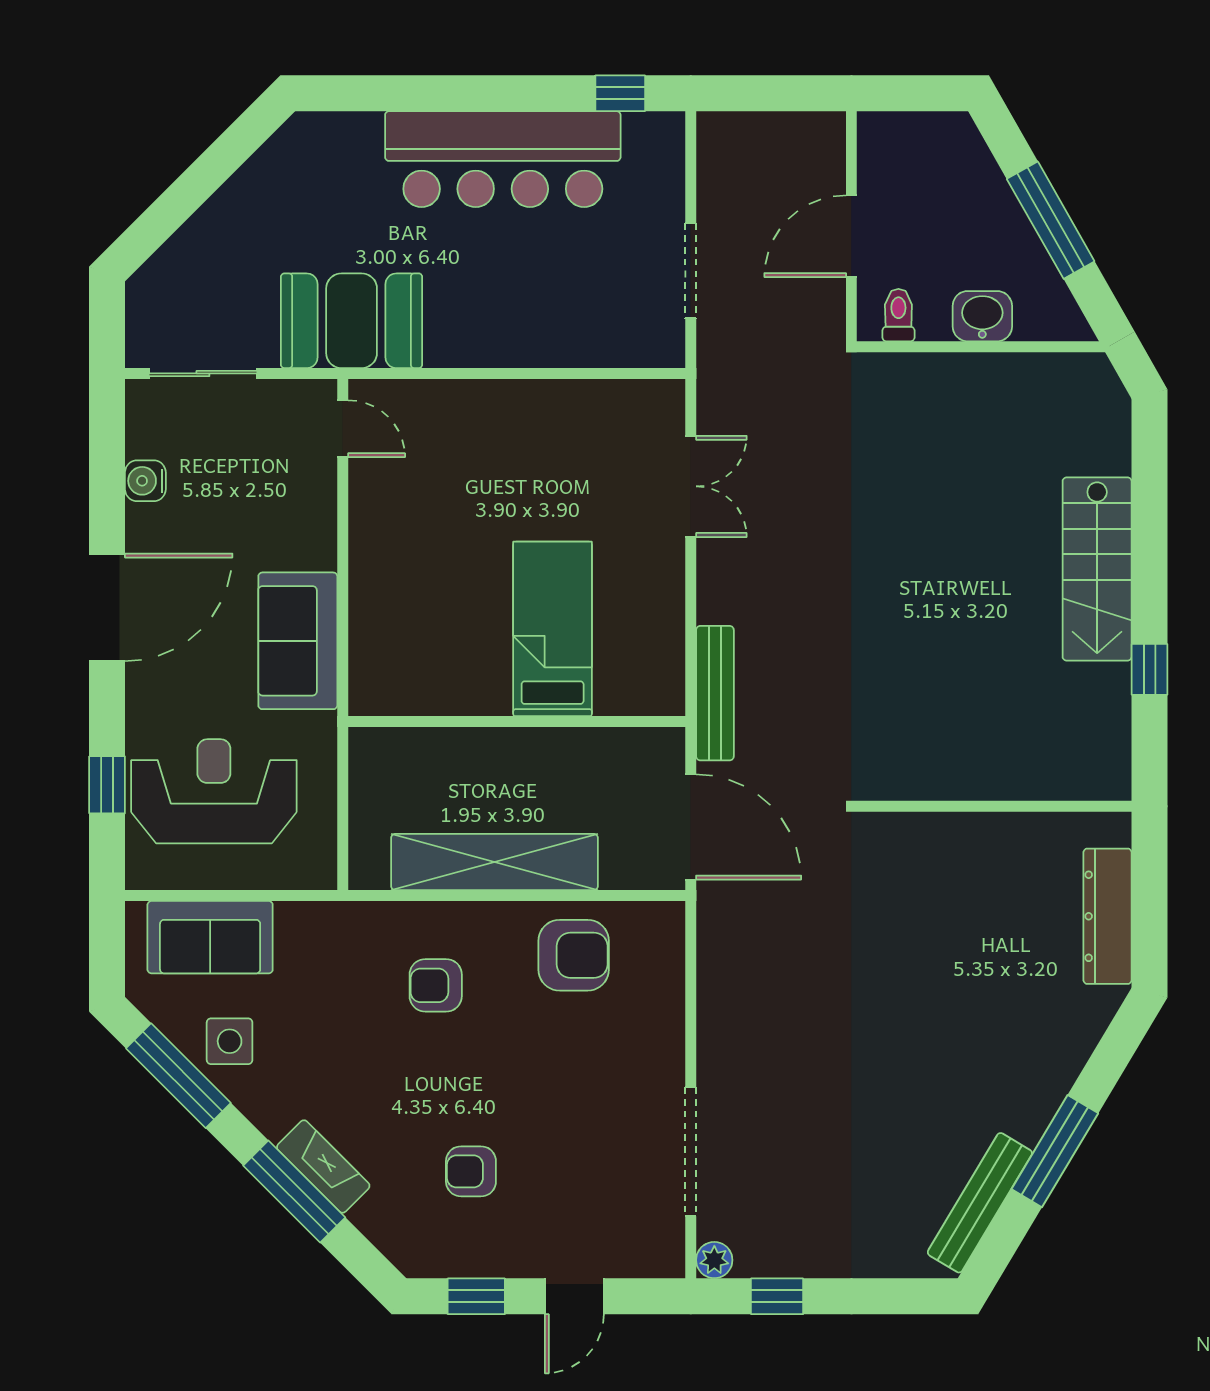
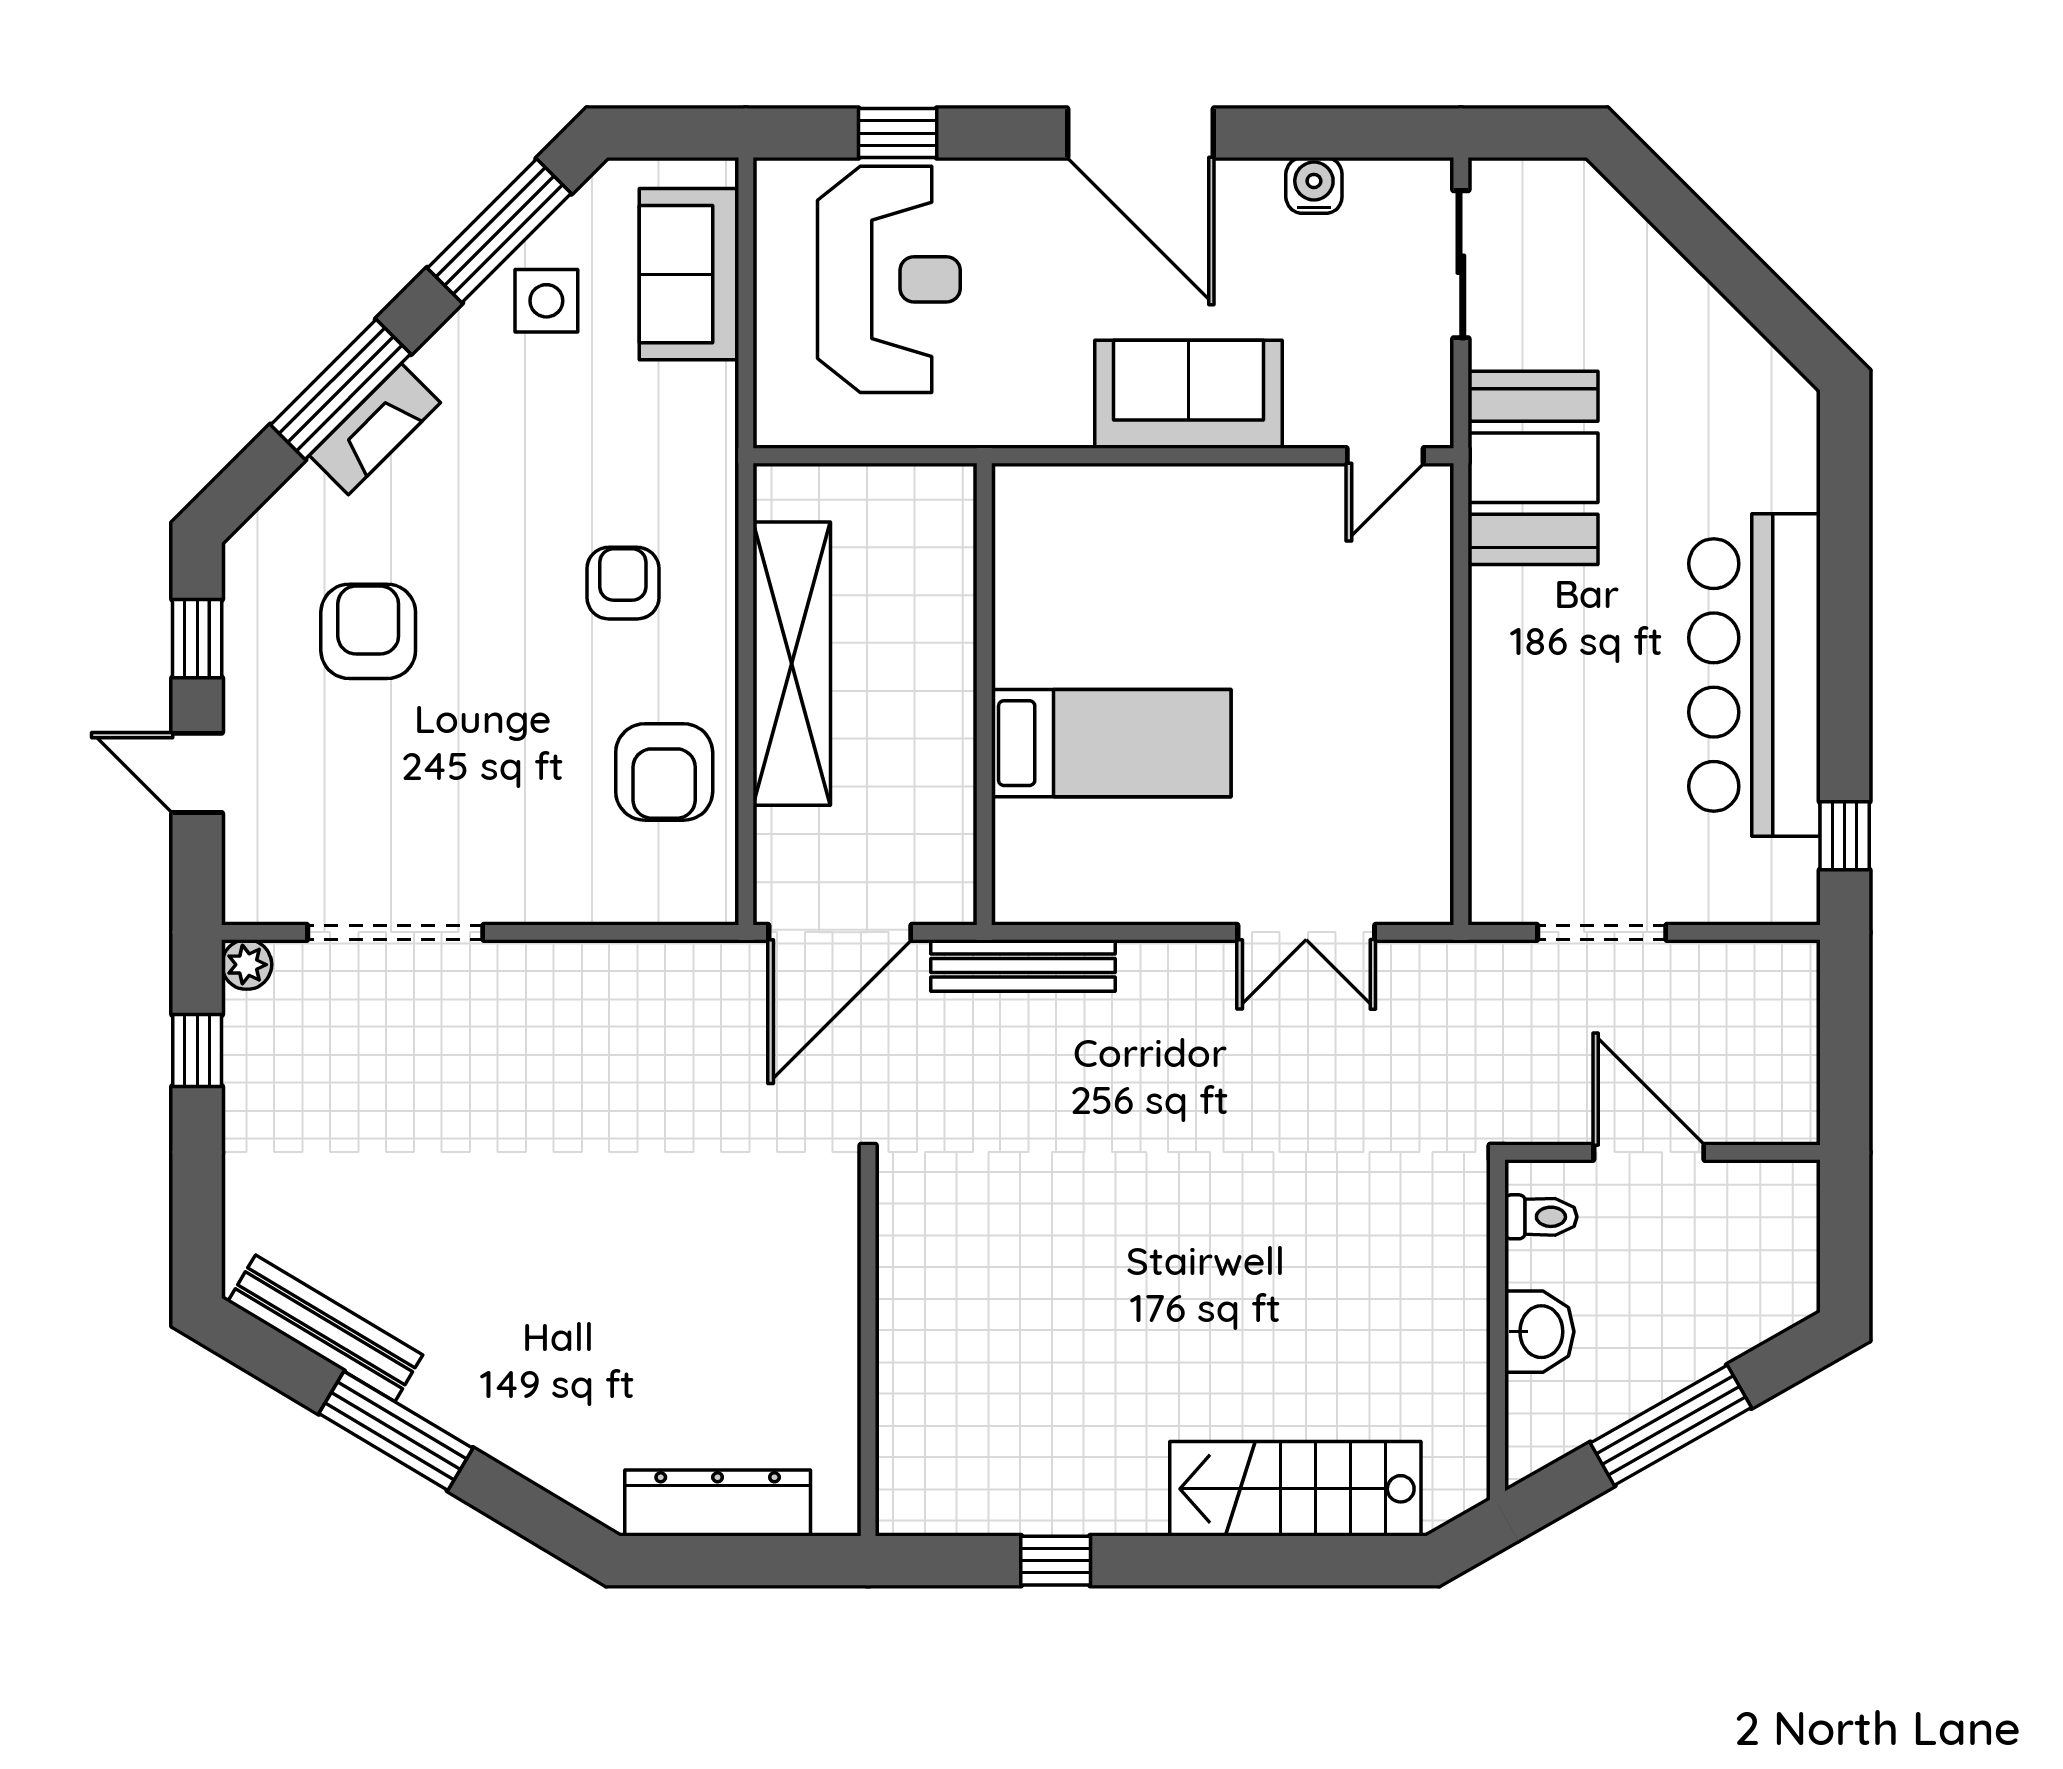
stairs: (1097, 569) -> (1295, 1489), moved
sofa: (298, 641) -> (1189, 394), moved
armchair: (471, 1171) -> (368, 631), width x1.38, depth x1.38

